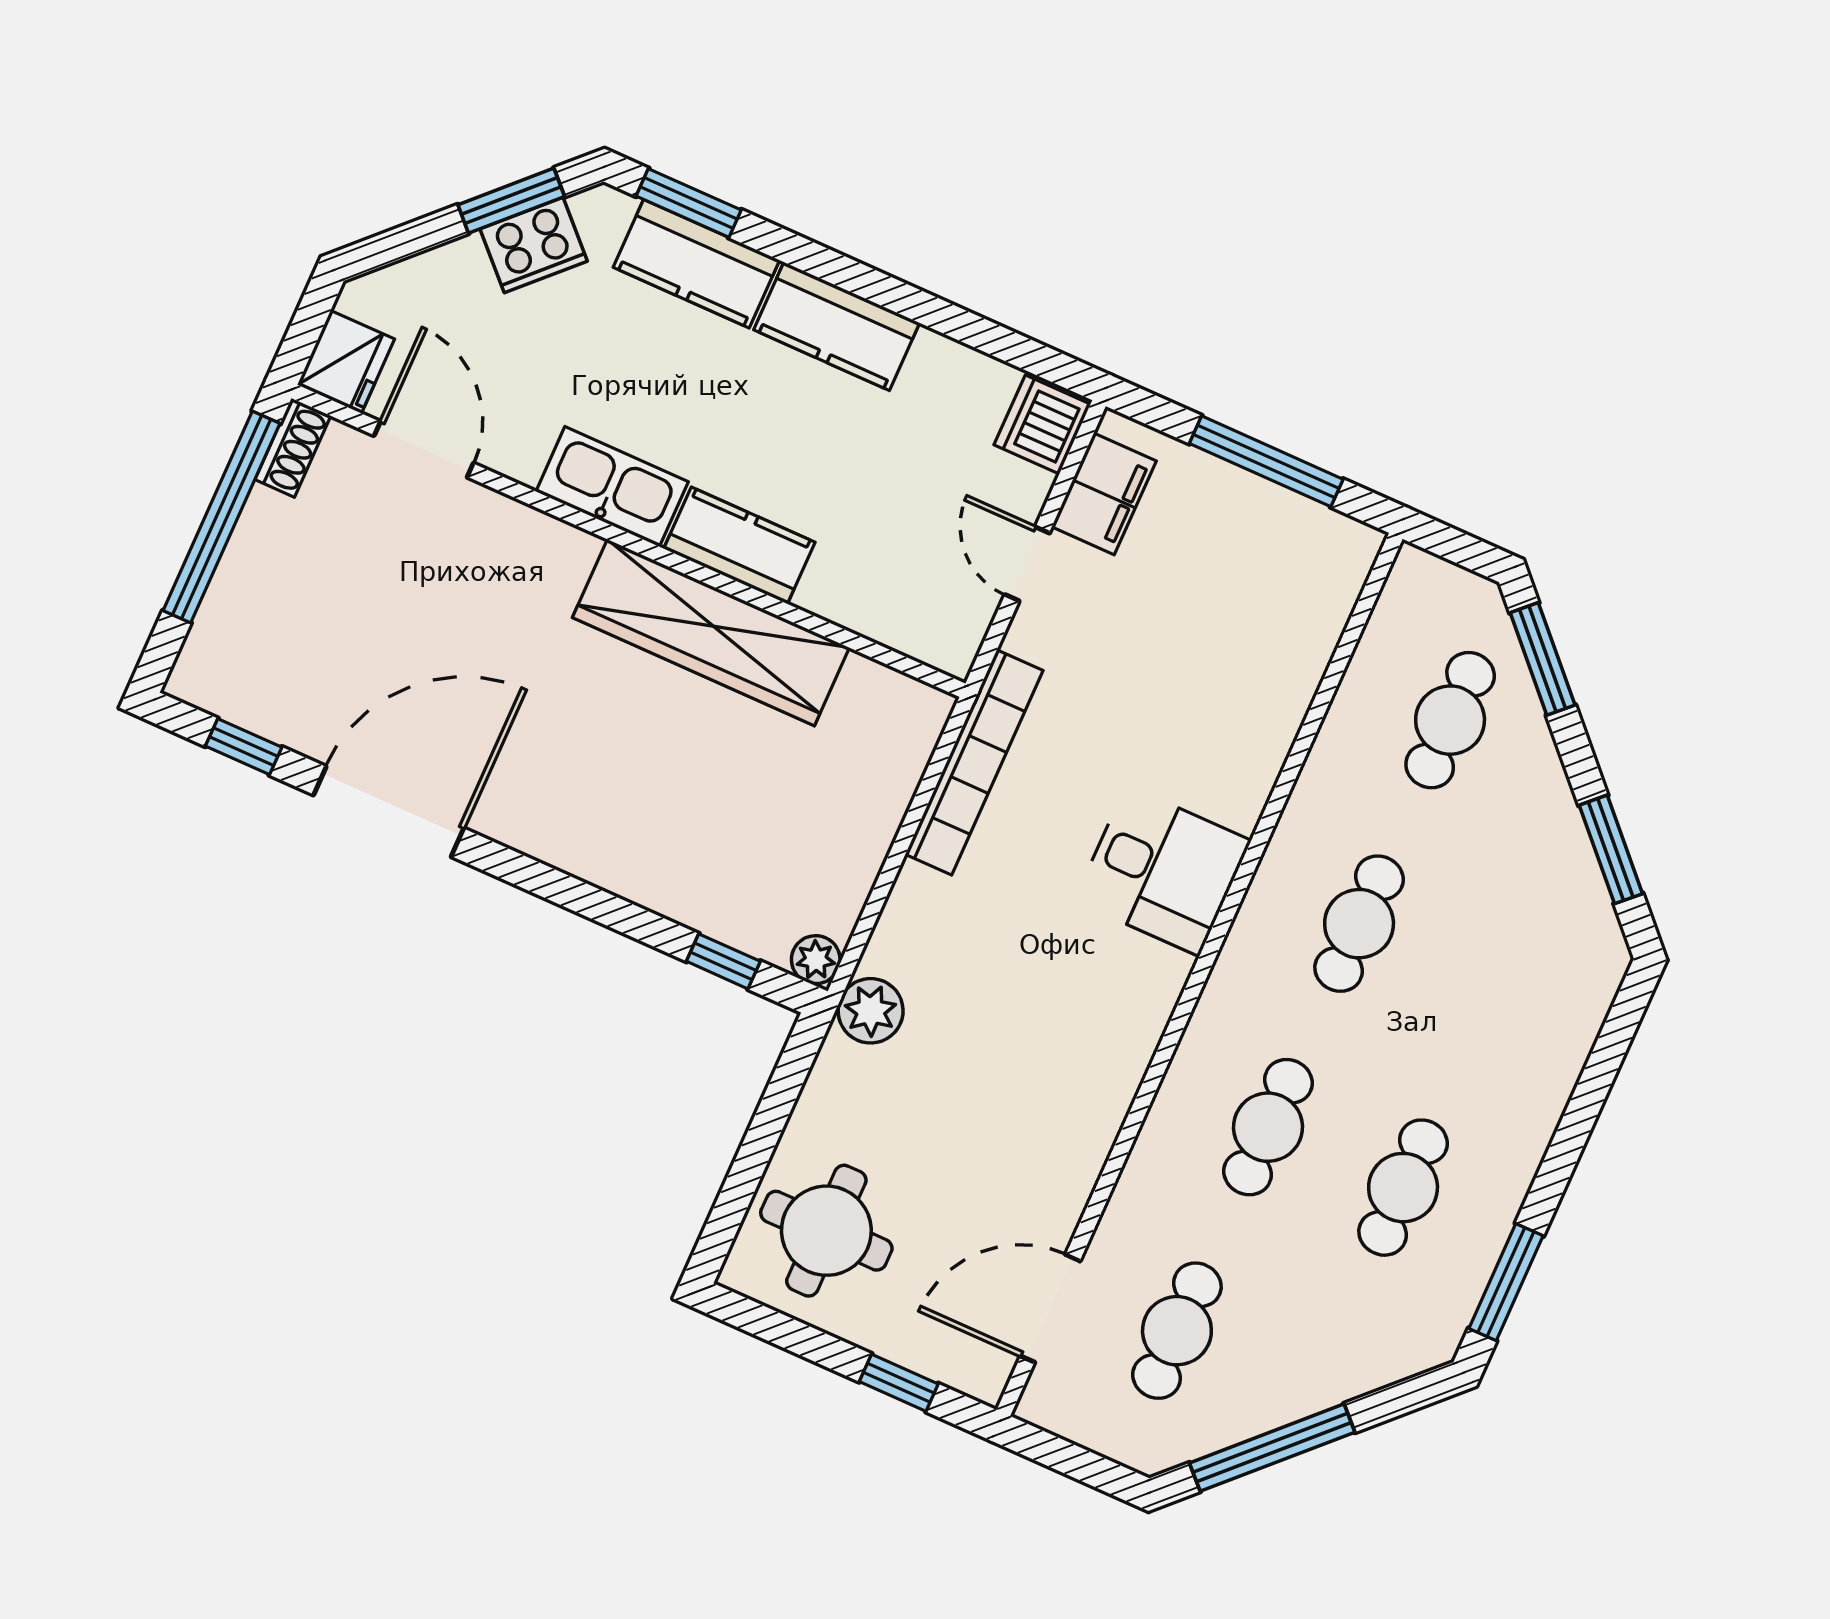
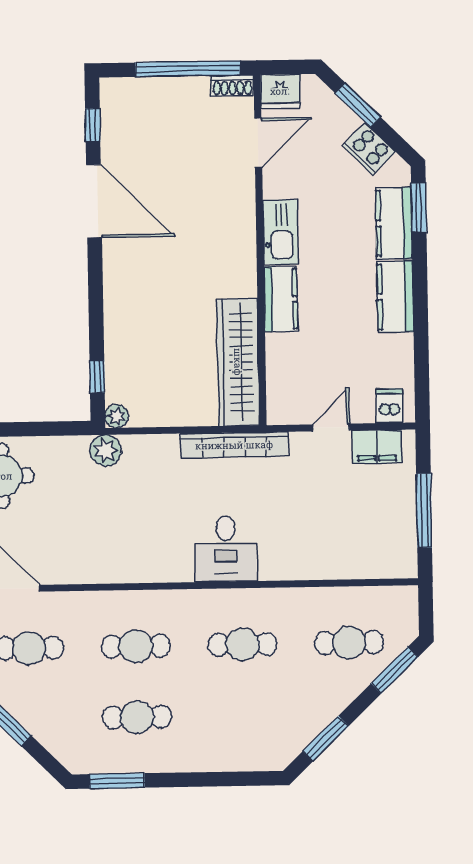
window: (511, 201) -> (358, 105), moved
dishwasher: (1042, 424) -> (390, 406), width x0.73
wardrobe: (711, 633) -> (238, 362), moved

